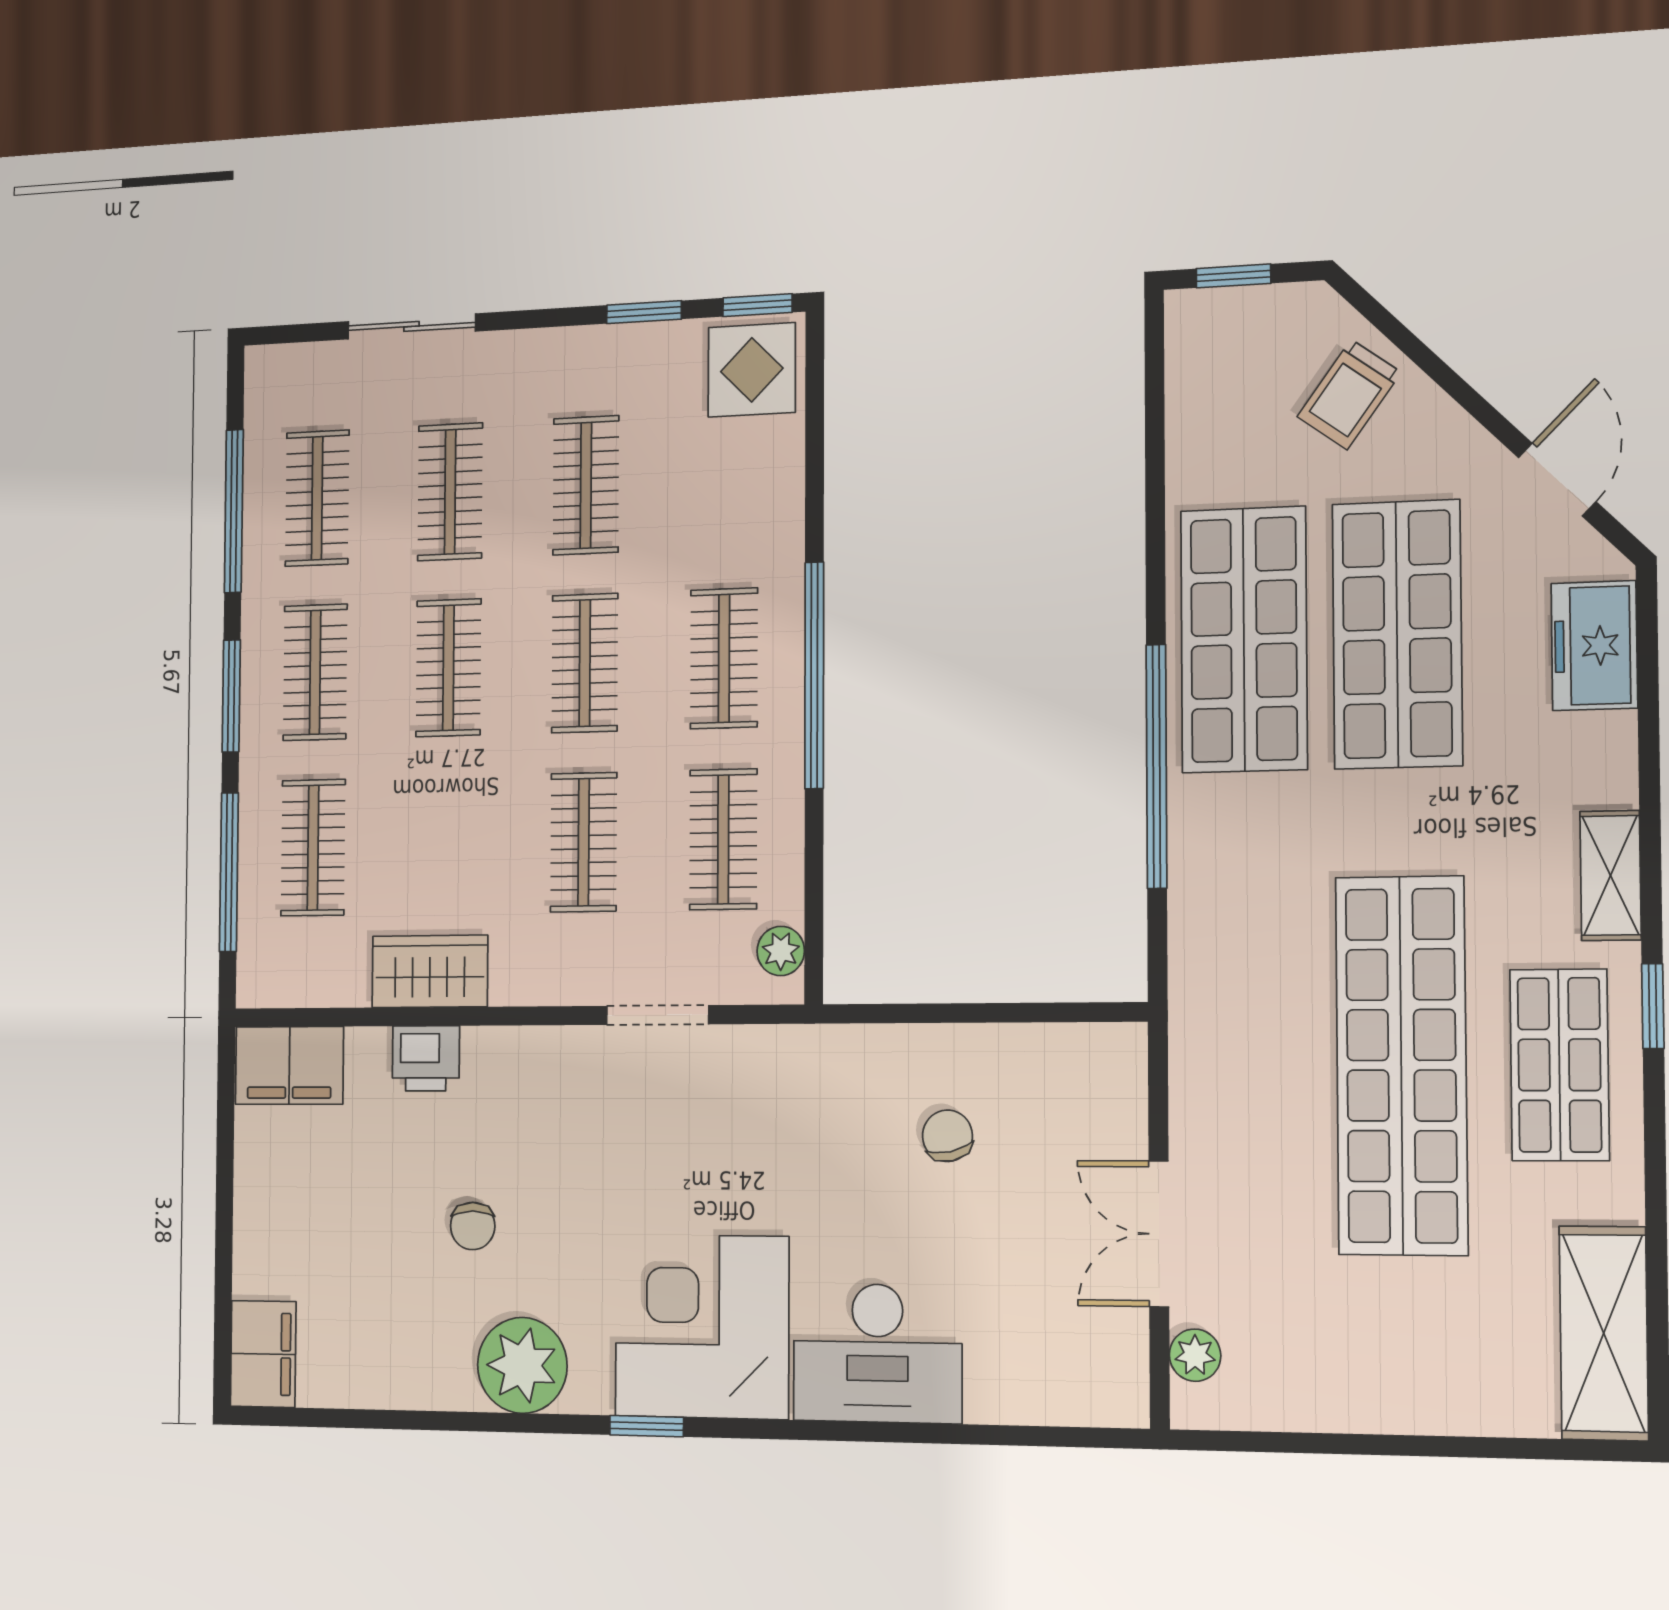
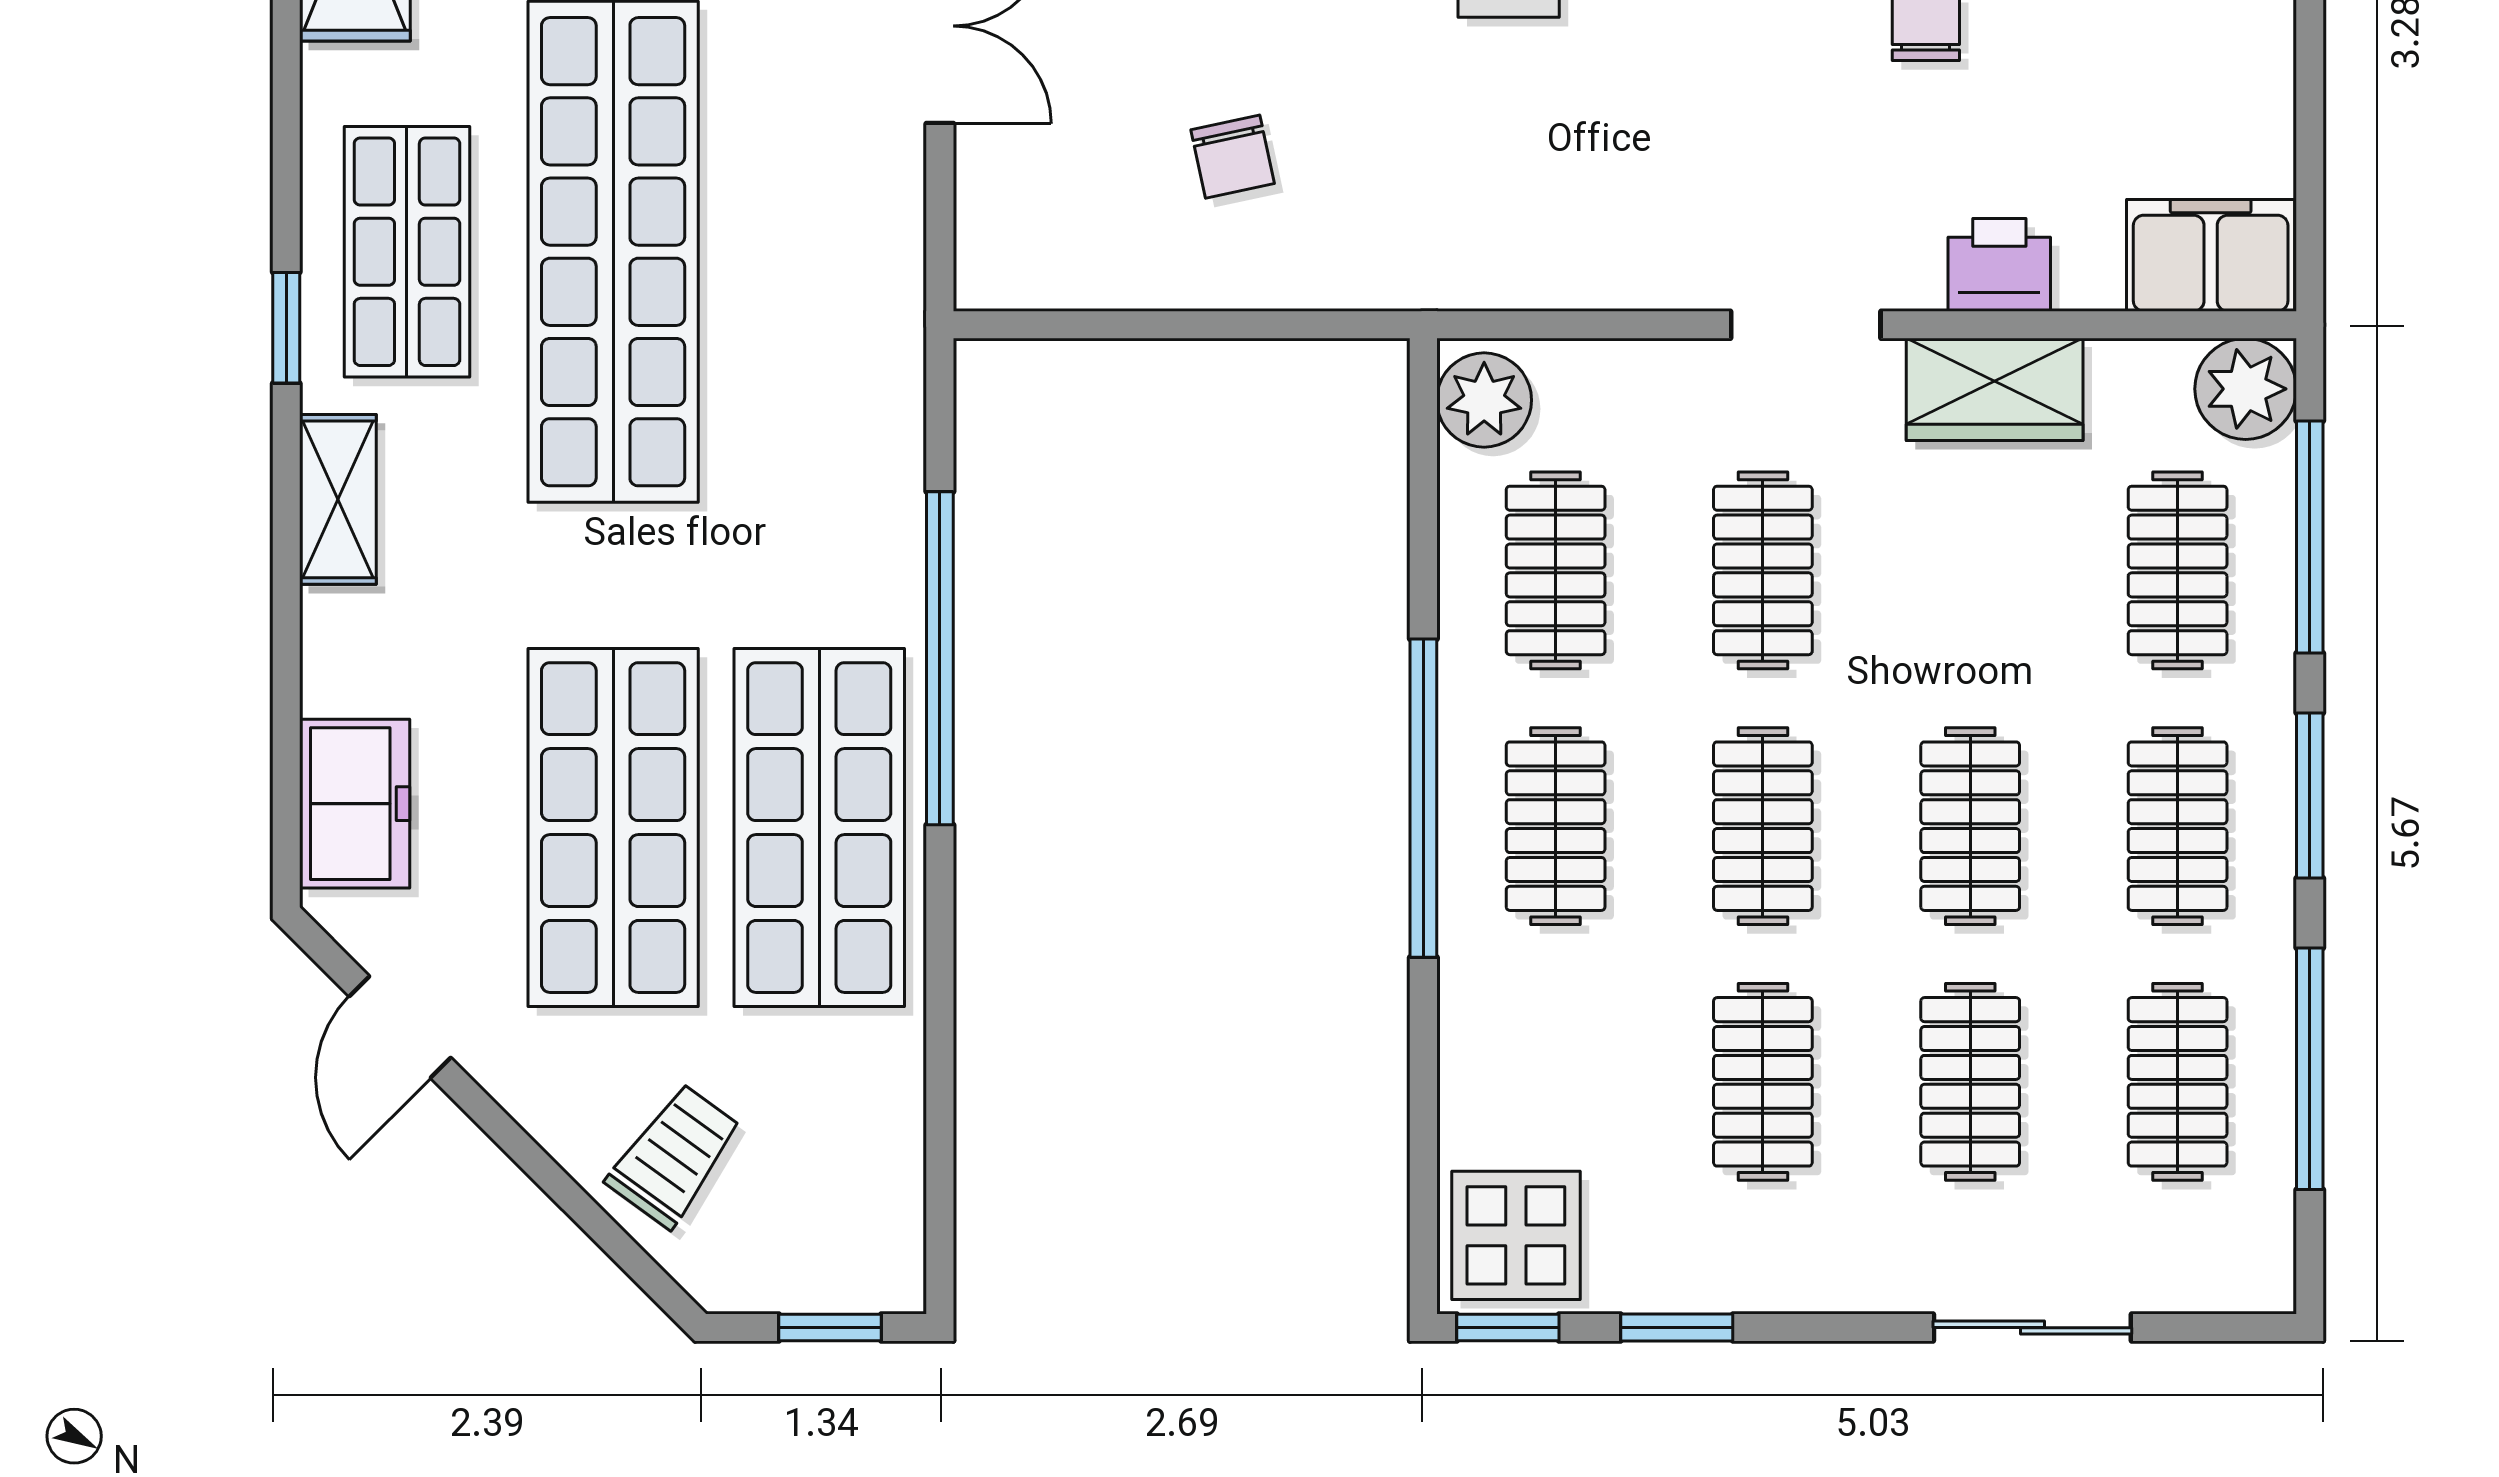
plant: (781, 951) -> (1484, 400), width x1.38, depth x1.38
plant: (268, 973) -> (2246, 389), added
doorway: (658, 1015) -> (1806, 325), moved

